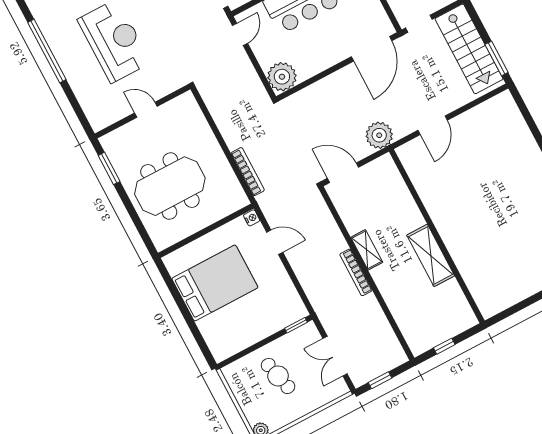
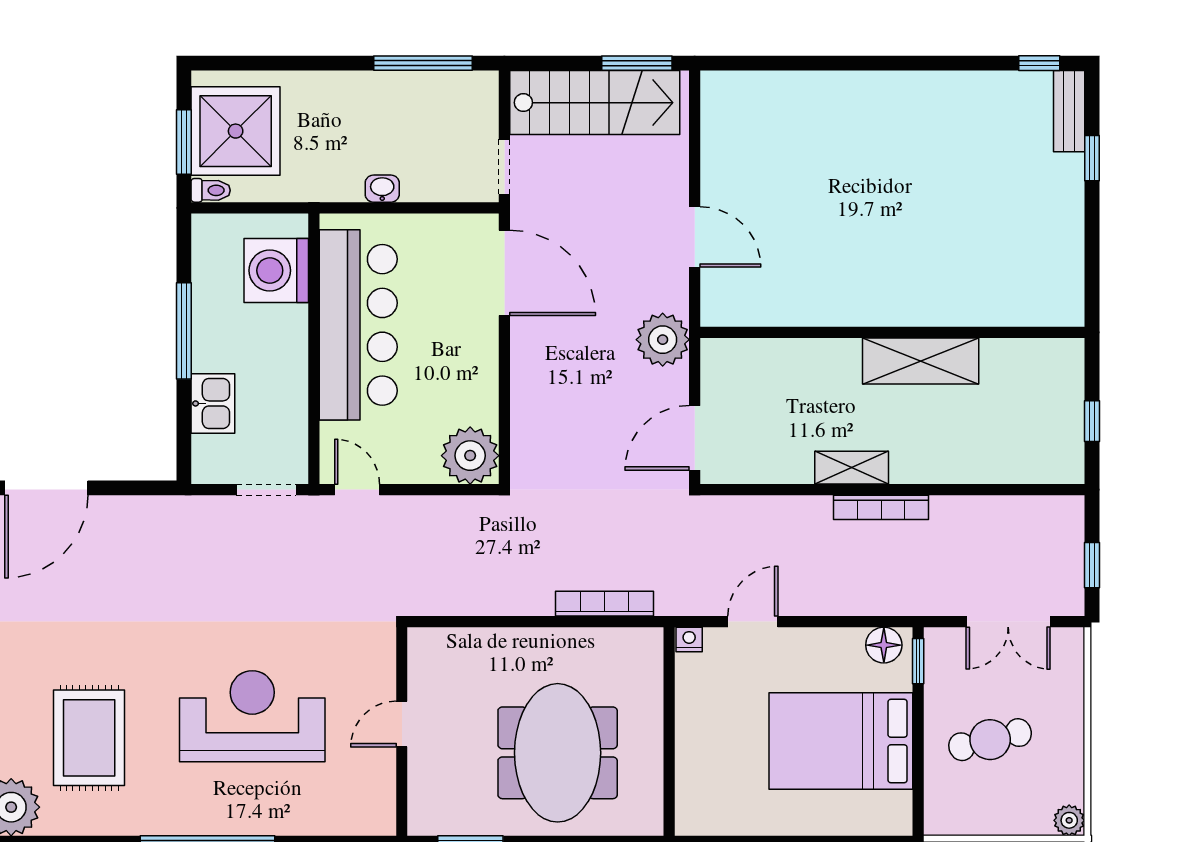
bed: (215, 283) -> (841, 741), moved, turned -90
floor lamp: (295, 306) -> (884, 645), added

